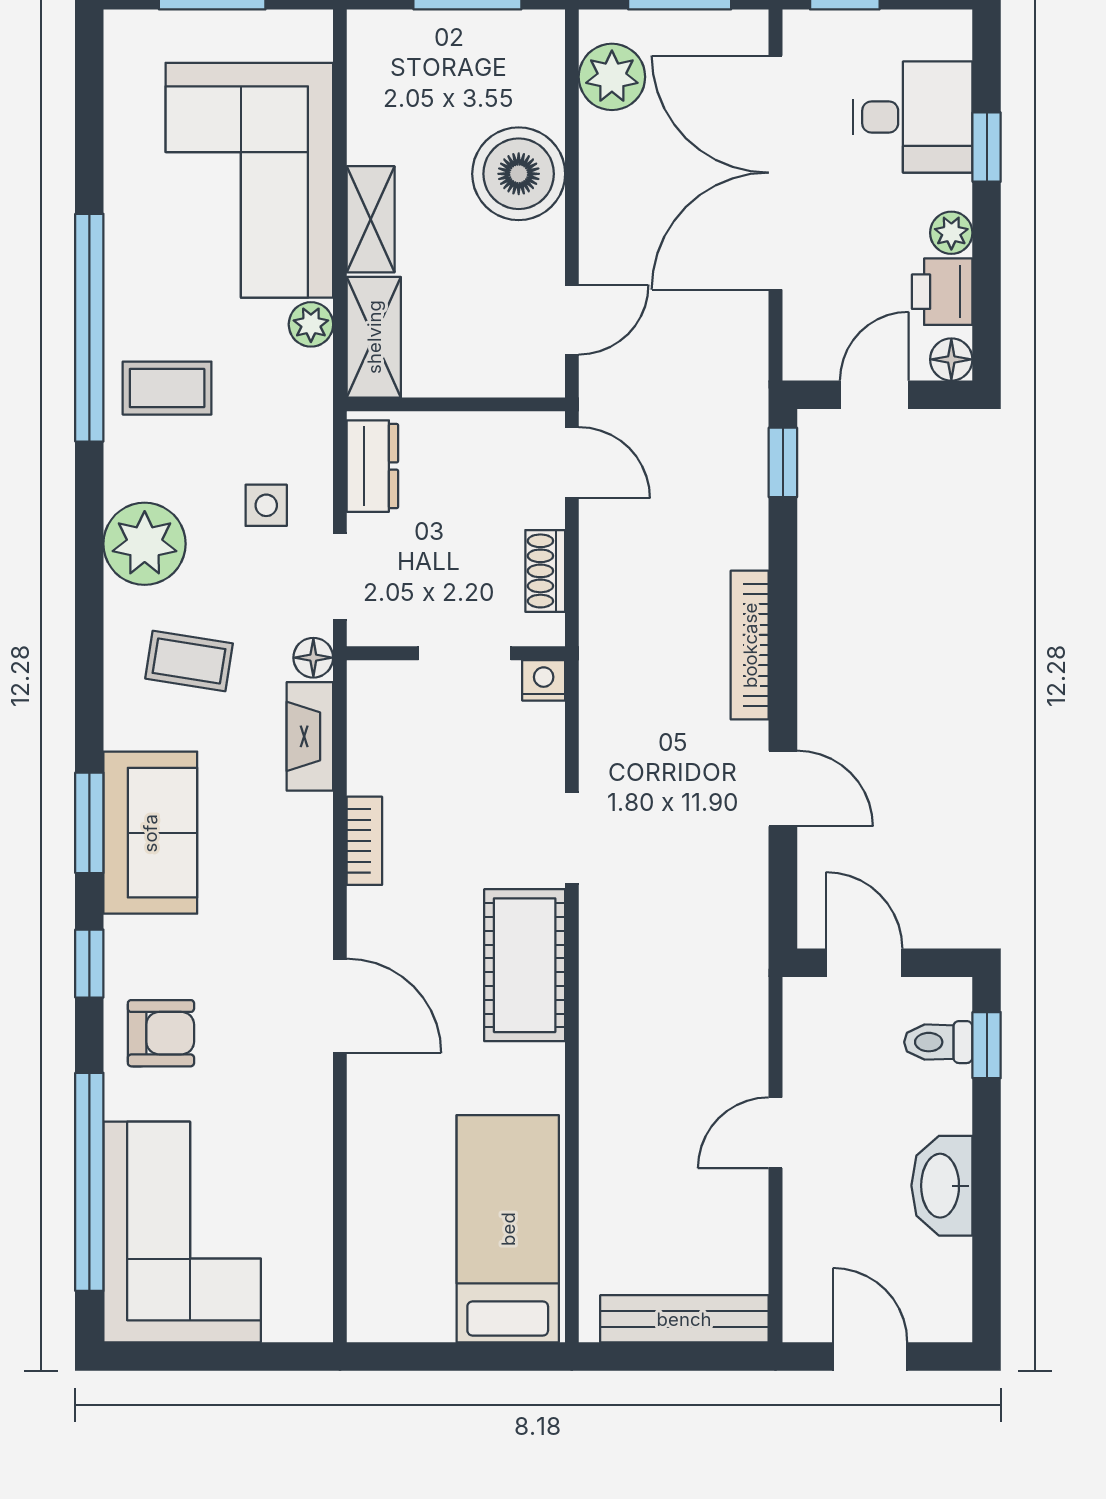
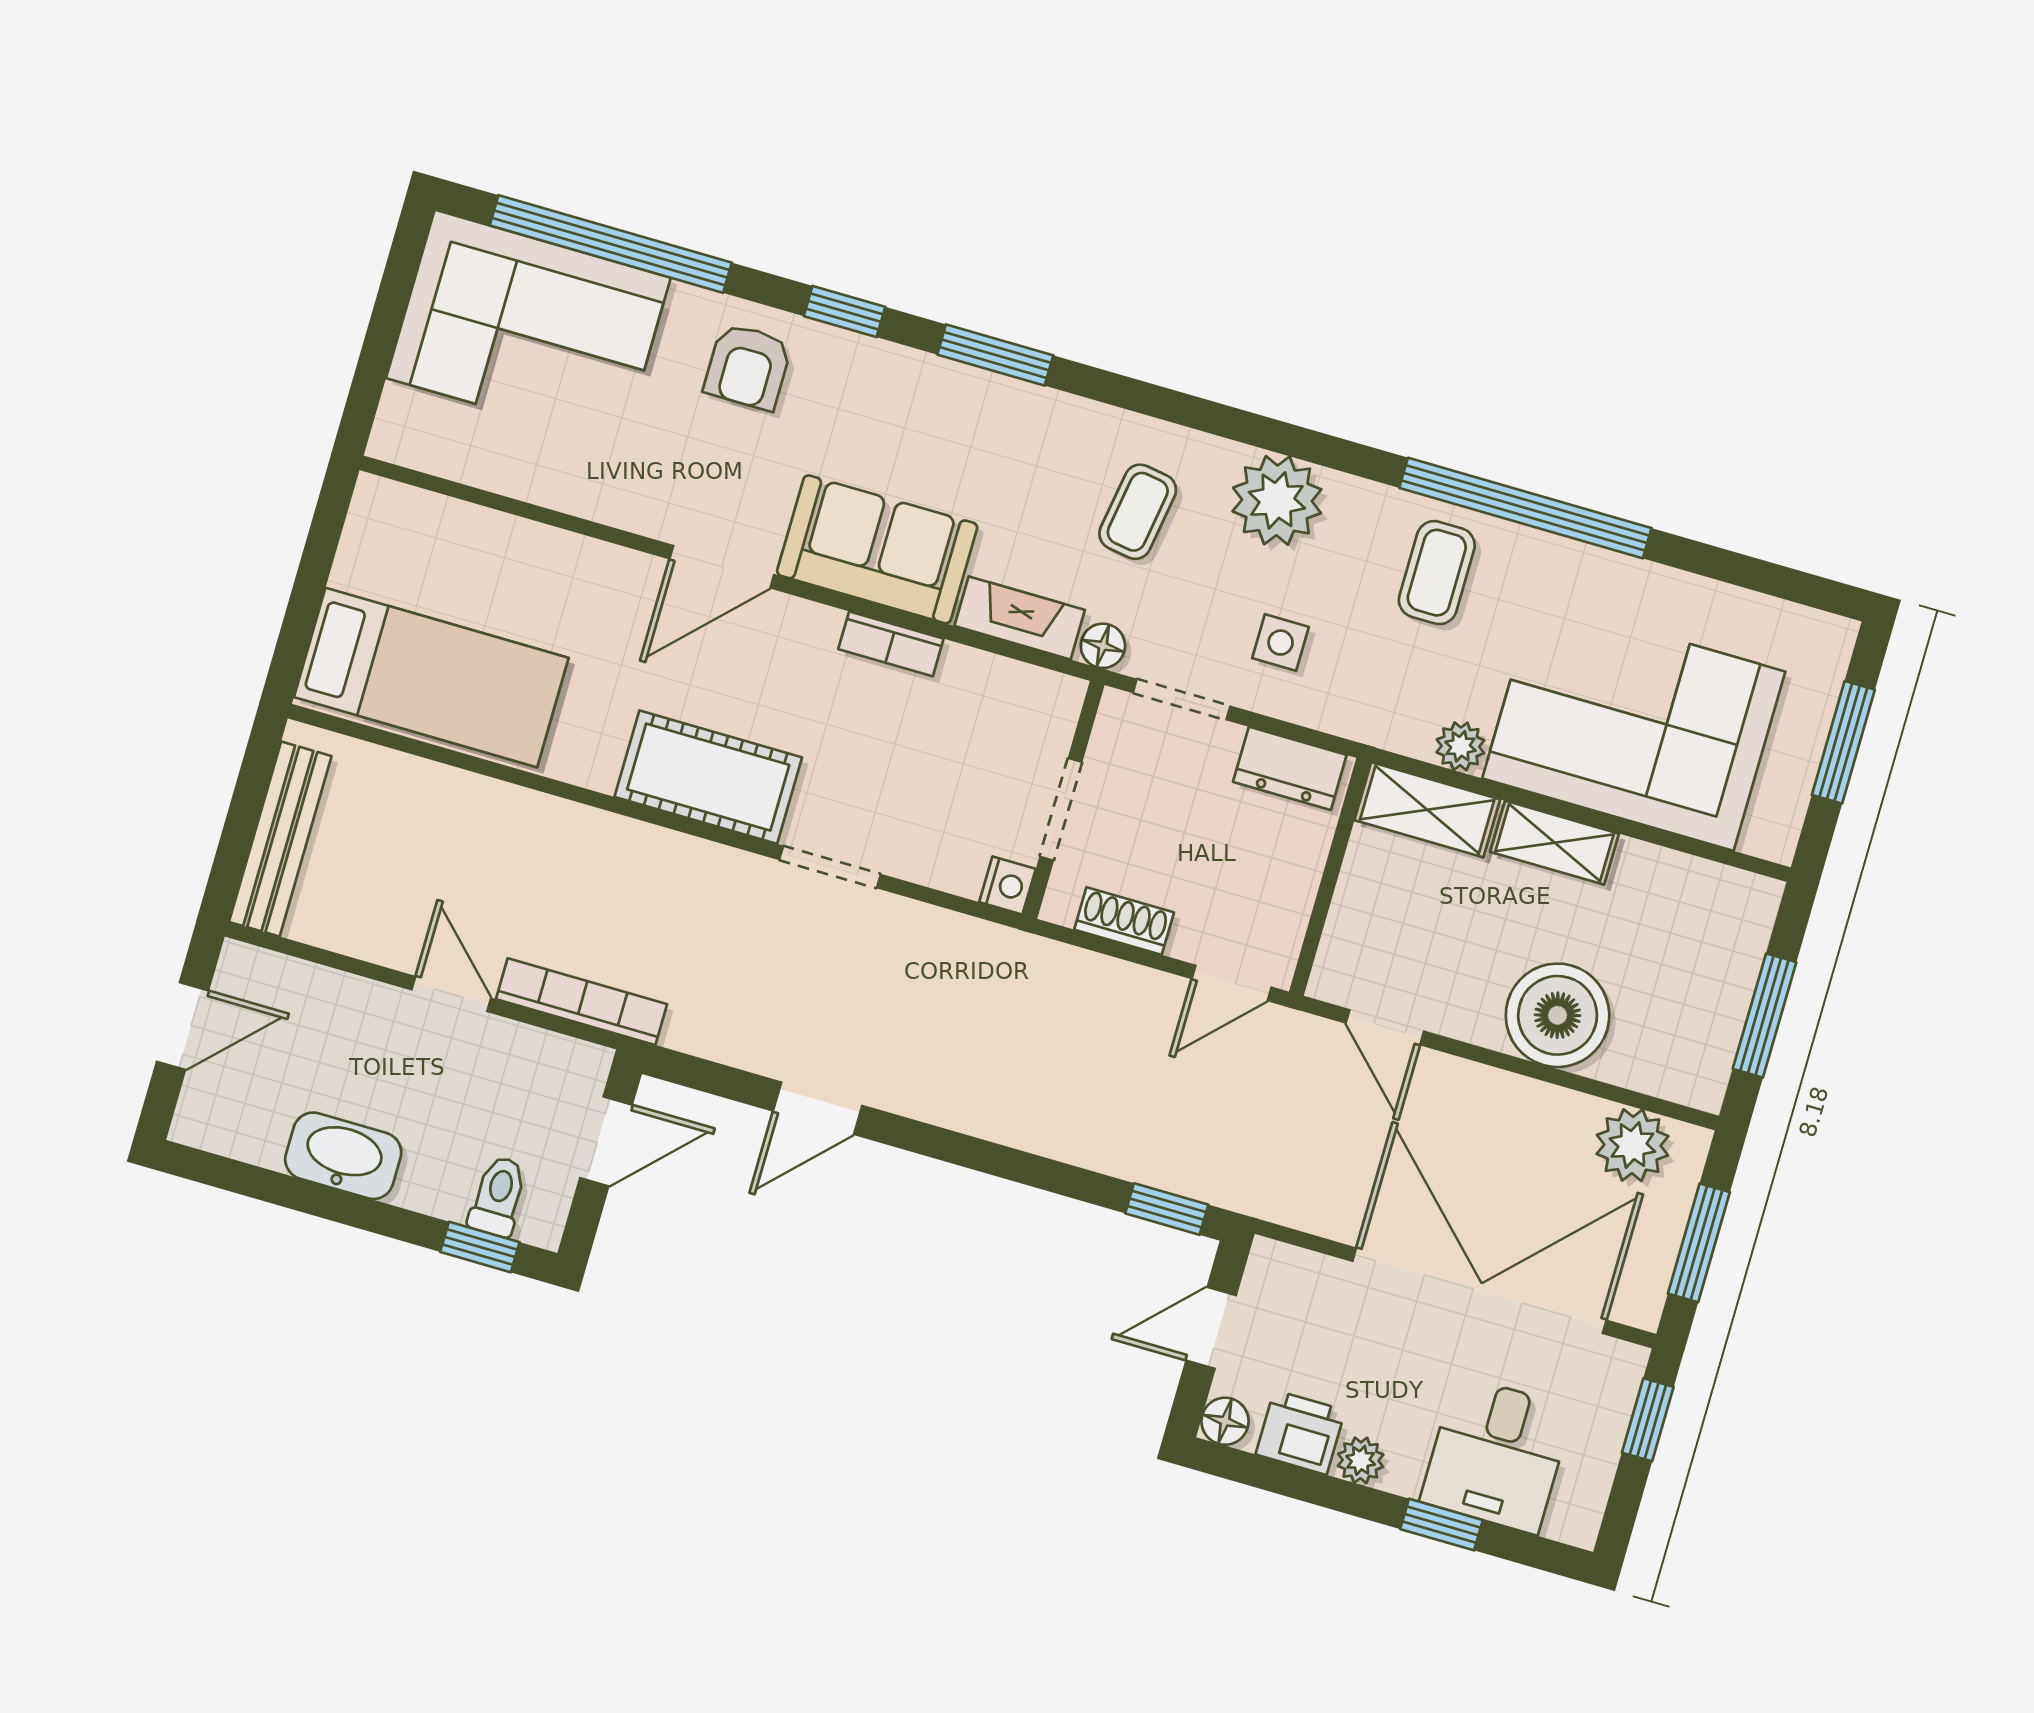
door: (874, 395) -> (1211, 1328), swing flipped
bookcase: (750, 645) -> (582, 1002), moved
sofa: (150, 833) -> (877, 549), moved, turned 180

